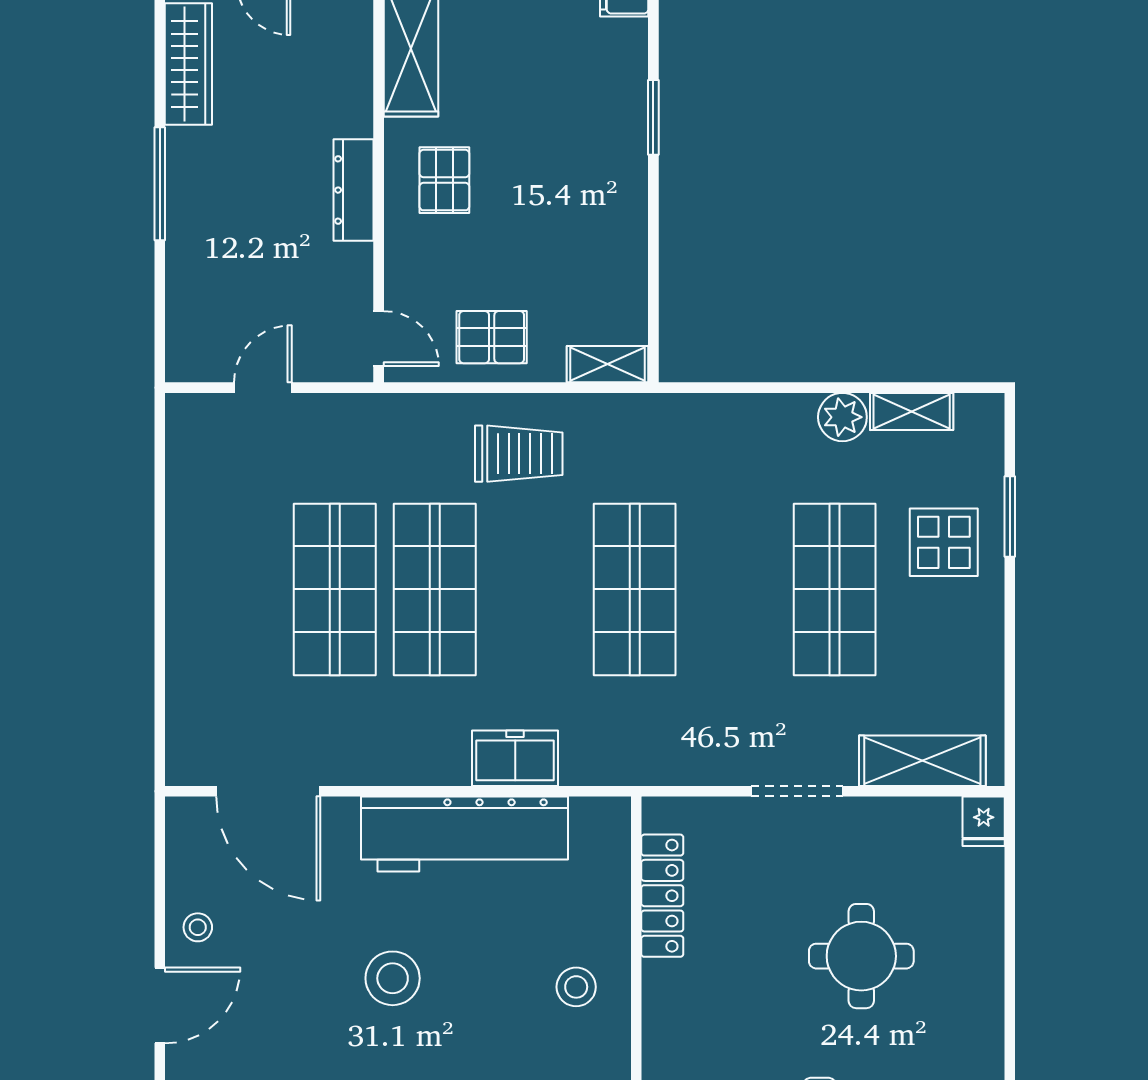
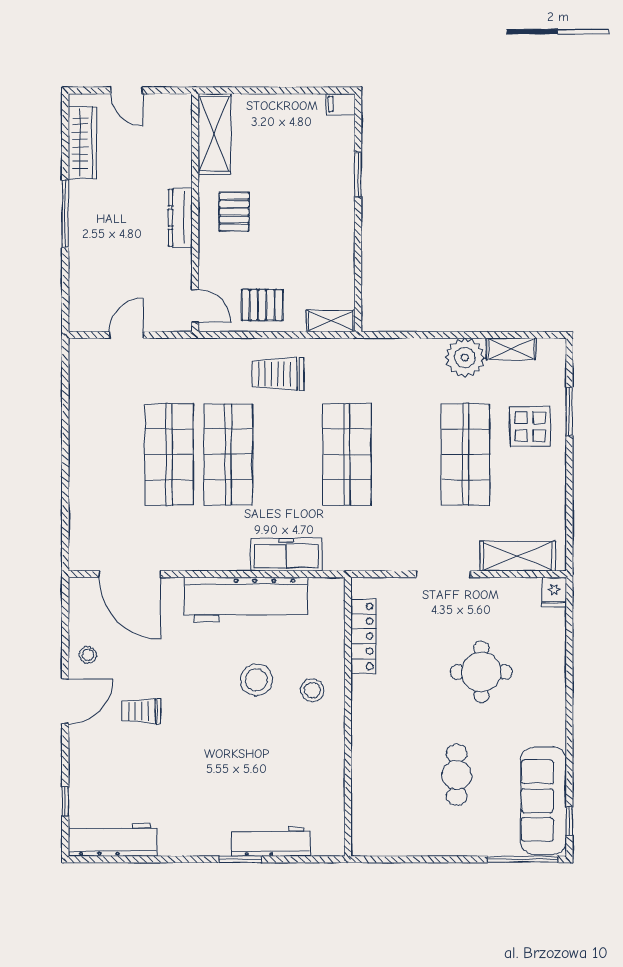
plant: (842, 417) -> (465, 358), width x1.36, depth x1.36
trolley: (519, 454) -> (278, 374), turned 180
freezer: (515, 758) -> (286, 555), width x1.40
stool: (393, 978) -> (256, 680), moved
trolley: (288, 1022) -> (141, 711), added

